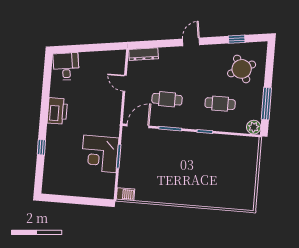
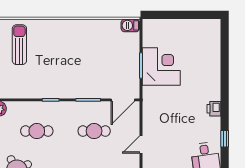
door: (125, 83) -> (141, 144), swing flipped
printer: (57, 111) -> (214, 109), width x0.53, depth x0.68
window: (41, 147) -> (225, 139), moved
sun lounger: (230, 185) -> (19, 45), added

